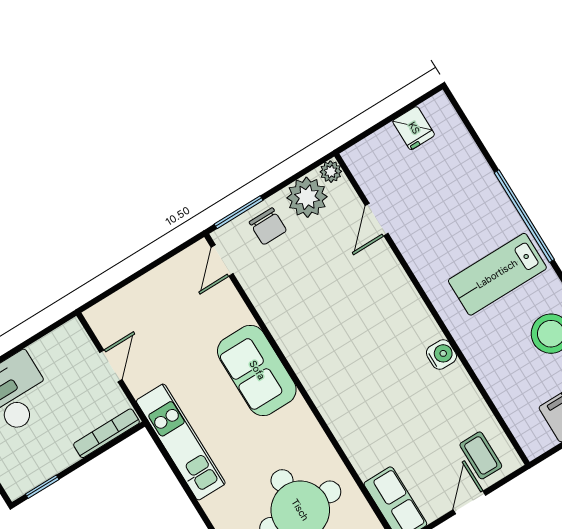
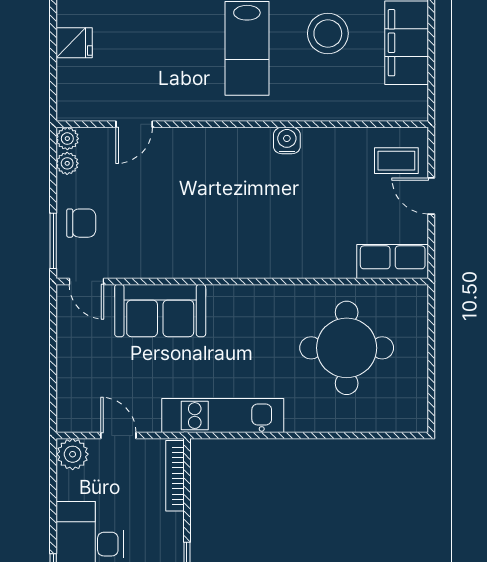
plant: (307, 197) -> (67, 163), width x0.53, depth x0.53
door: (377, 220) -> (134, 124), hinge flipped
plant: (72, 337) -> (73, 454), added
sofa: (257, 370) -> (160, 311), moved

